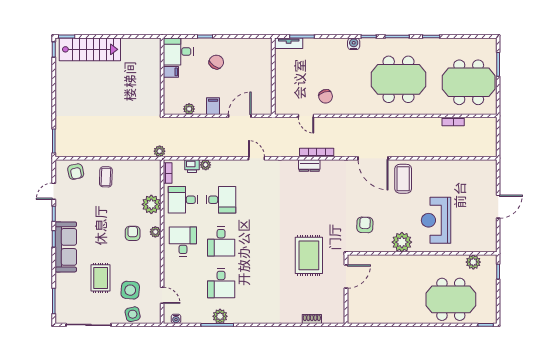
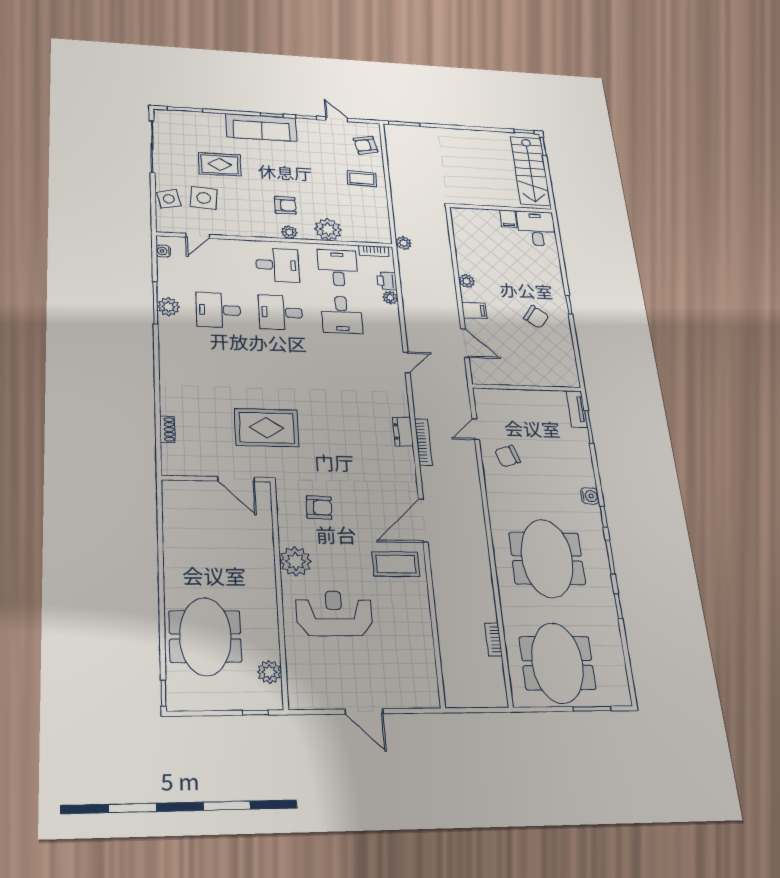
desk: (178, 52) -> (537, 228), moved
filing cabinet: (171, 72) -> (508, 219), moved
wall: (162, 76) -> (501, 208), moved

